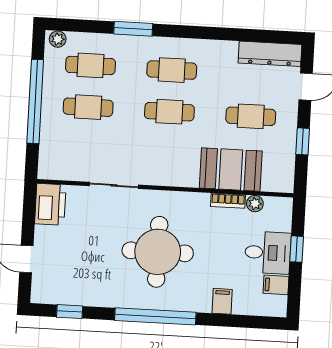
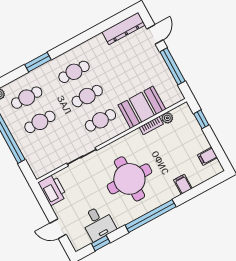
cafe table: (251, 116) -> (100, 120), moved
window: (303, 141) -> (172, 66), width x2.17
window: (297, 249) -> (201, 119), moved
desk: (268, 253) -> (98, 223), moved, turned 90

